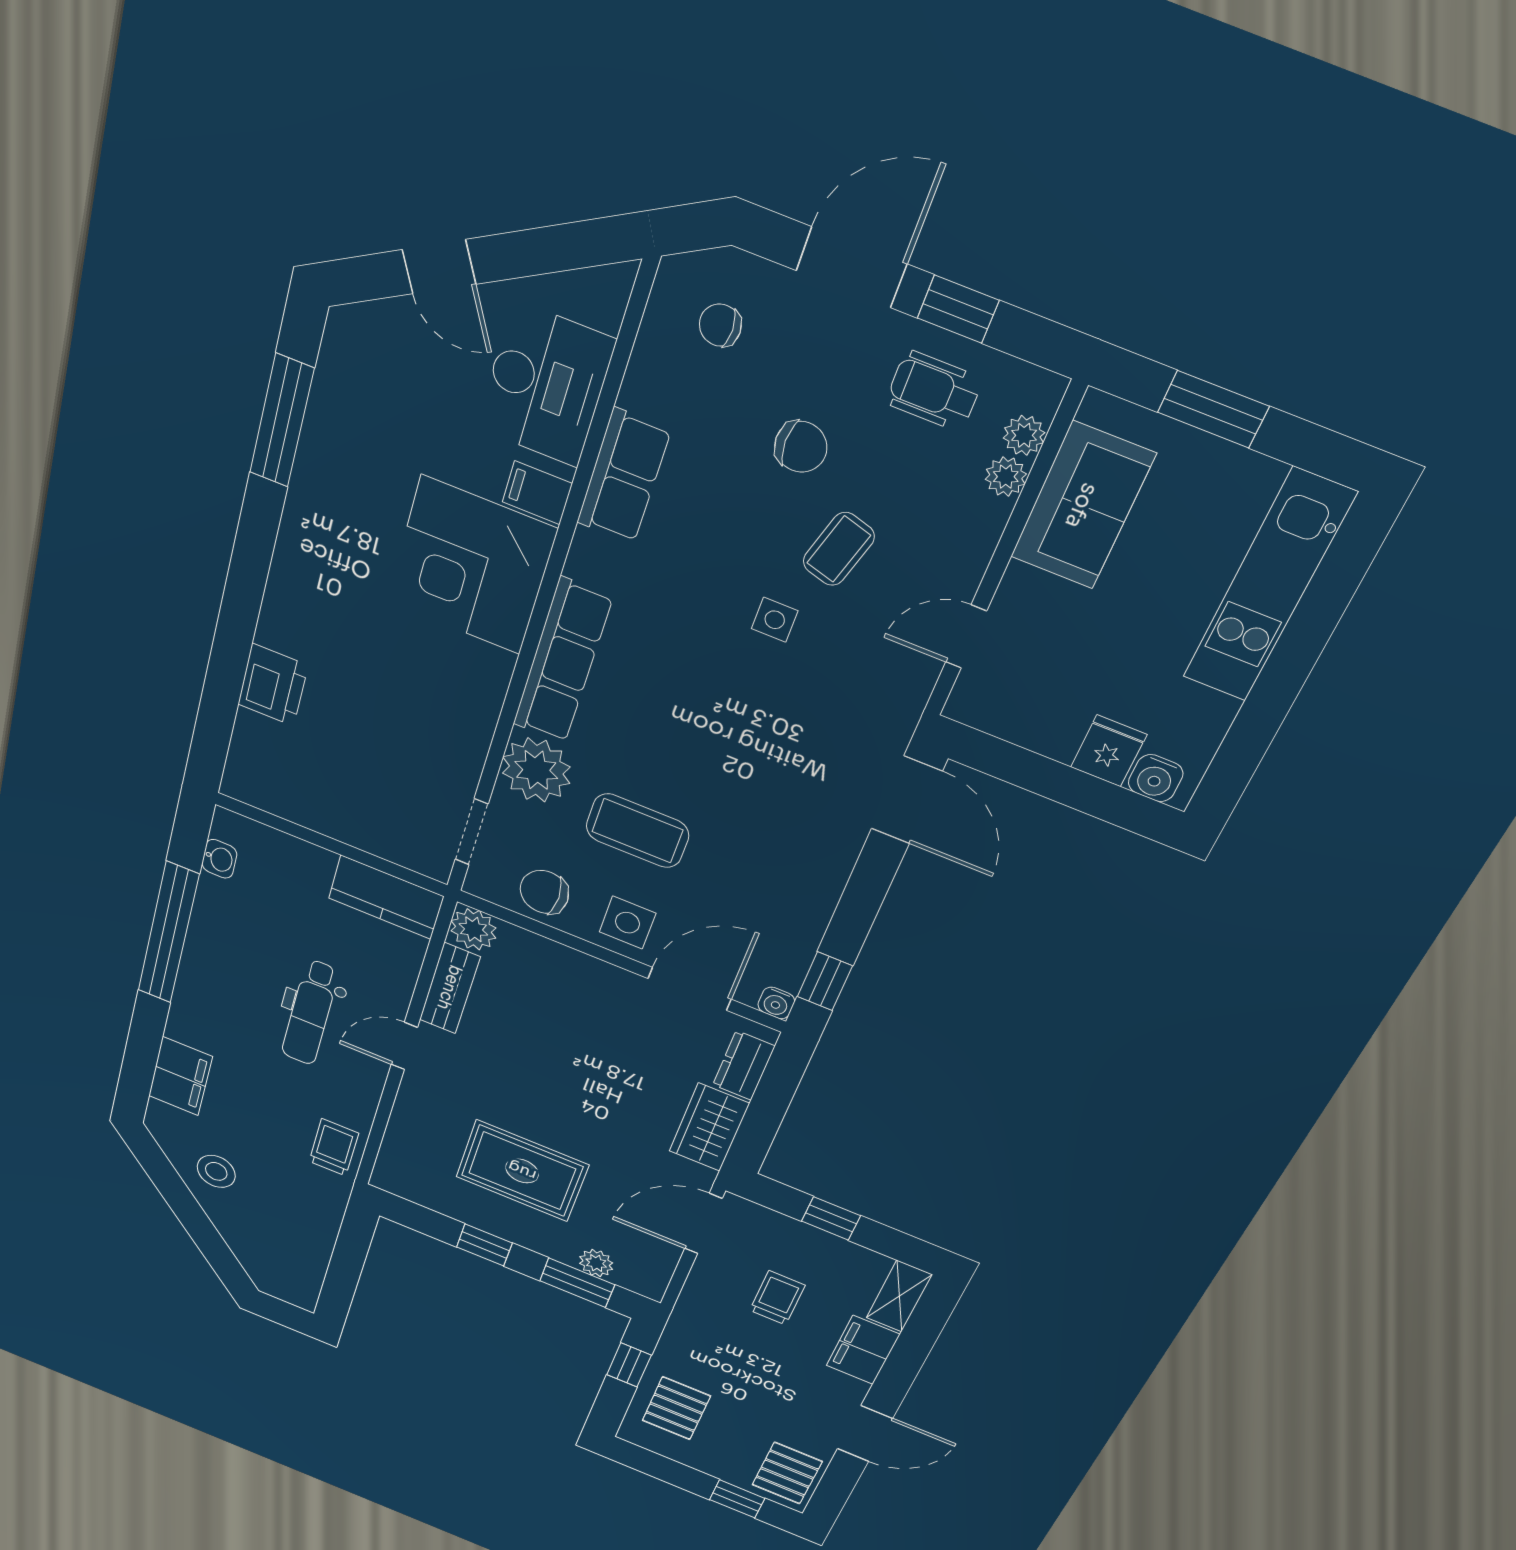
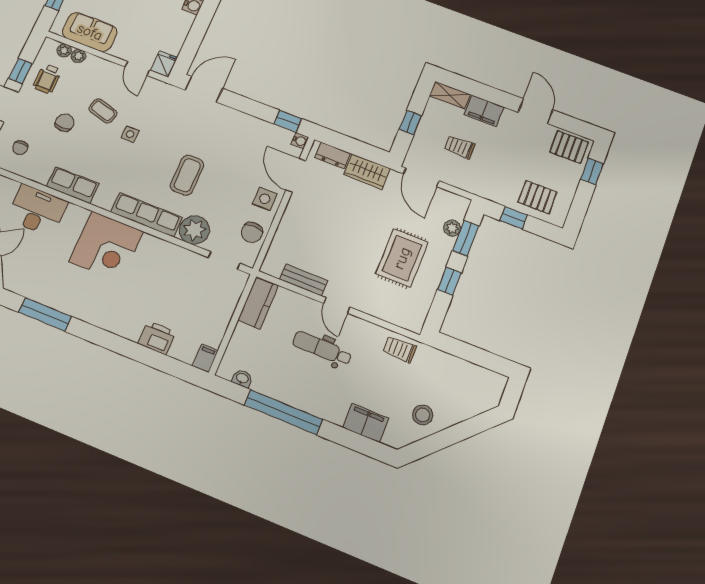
filing cabinet: (537, 493) -> (205, 358), moved, turned 180
fridge: (1109, 751) -> (164, 64), moved, turned 90
coffee table: (637, 831) -> (187, 175), moved
plant: (473, 929) -> (272, 265), removed
dental chair: (310, 1012) -> (322, 349), turned 180

